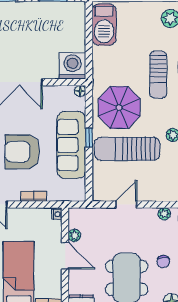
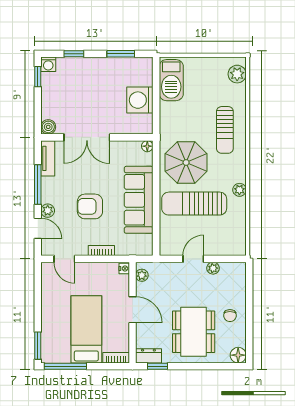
washing machine: (73, 66) -> (140, 100), moved, turned -90
window: (89, 138) -> (156, 193), removed
armchair: (22, 152) -> (90, 206), width x0.73, depth x0.73
plant: (164, 214) -> (213, 268), moved
plant: (75, 235) -> (142, 275), moved

